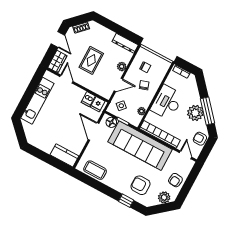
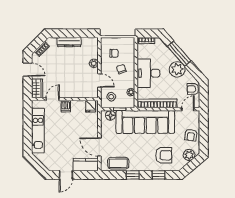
dresser: (125, 43) -> (69, 42), moved
rug: (91, 60) -> (65, 72), removed
door: (66, 79) -> (53, 99), hinge flipped
door: (118, 85) -> (99, 80), hinge flipped
dishwasher: (88, 99) -> (66, 106), moved
window: (207, 111) -> (179, 54), moved
door: (93, 131) -> (99, 147), moved
door: (41, 155) -> (66, 175), added
door: (185, 155) -> (188, 109), hinge flipped
armchair: (141, 185) -> (164, 155), turned 180
window: (102, 188) -> (133, 175), added

